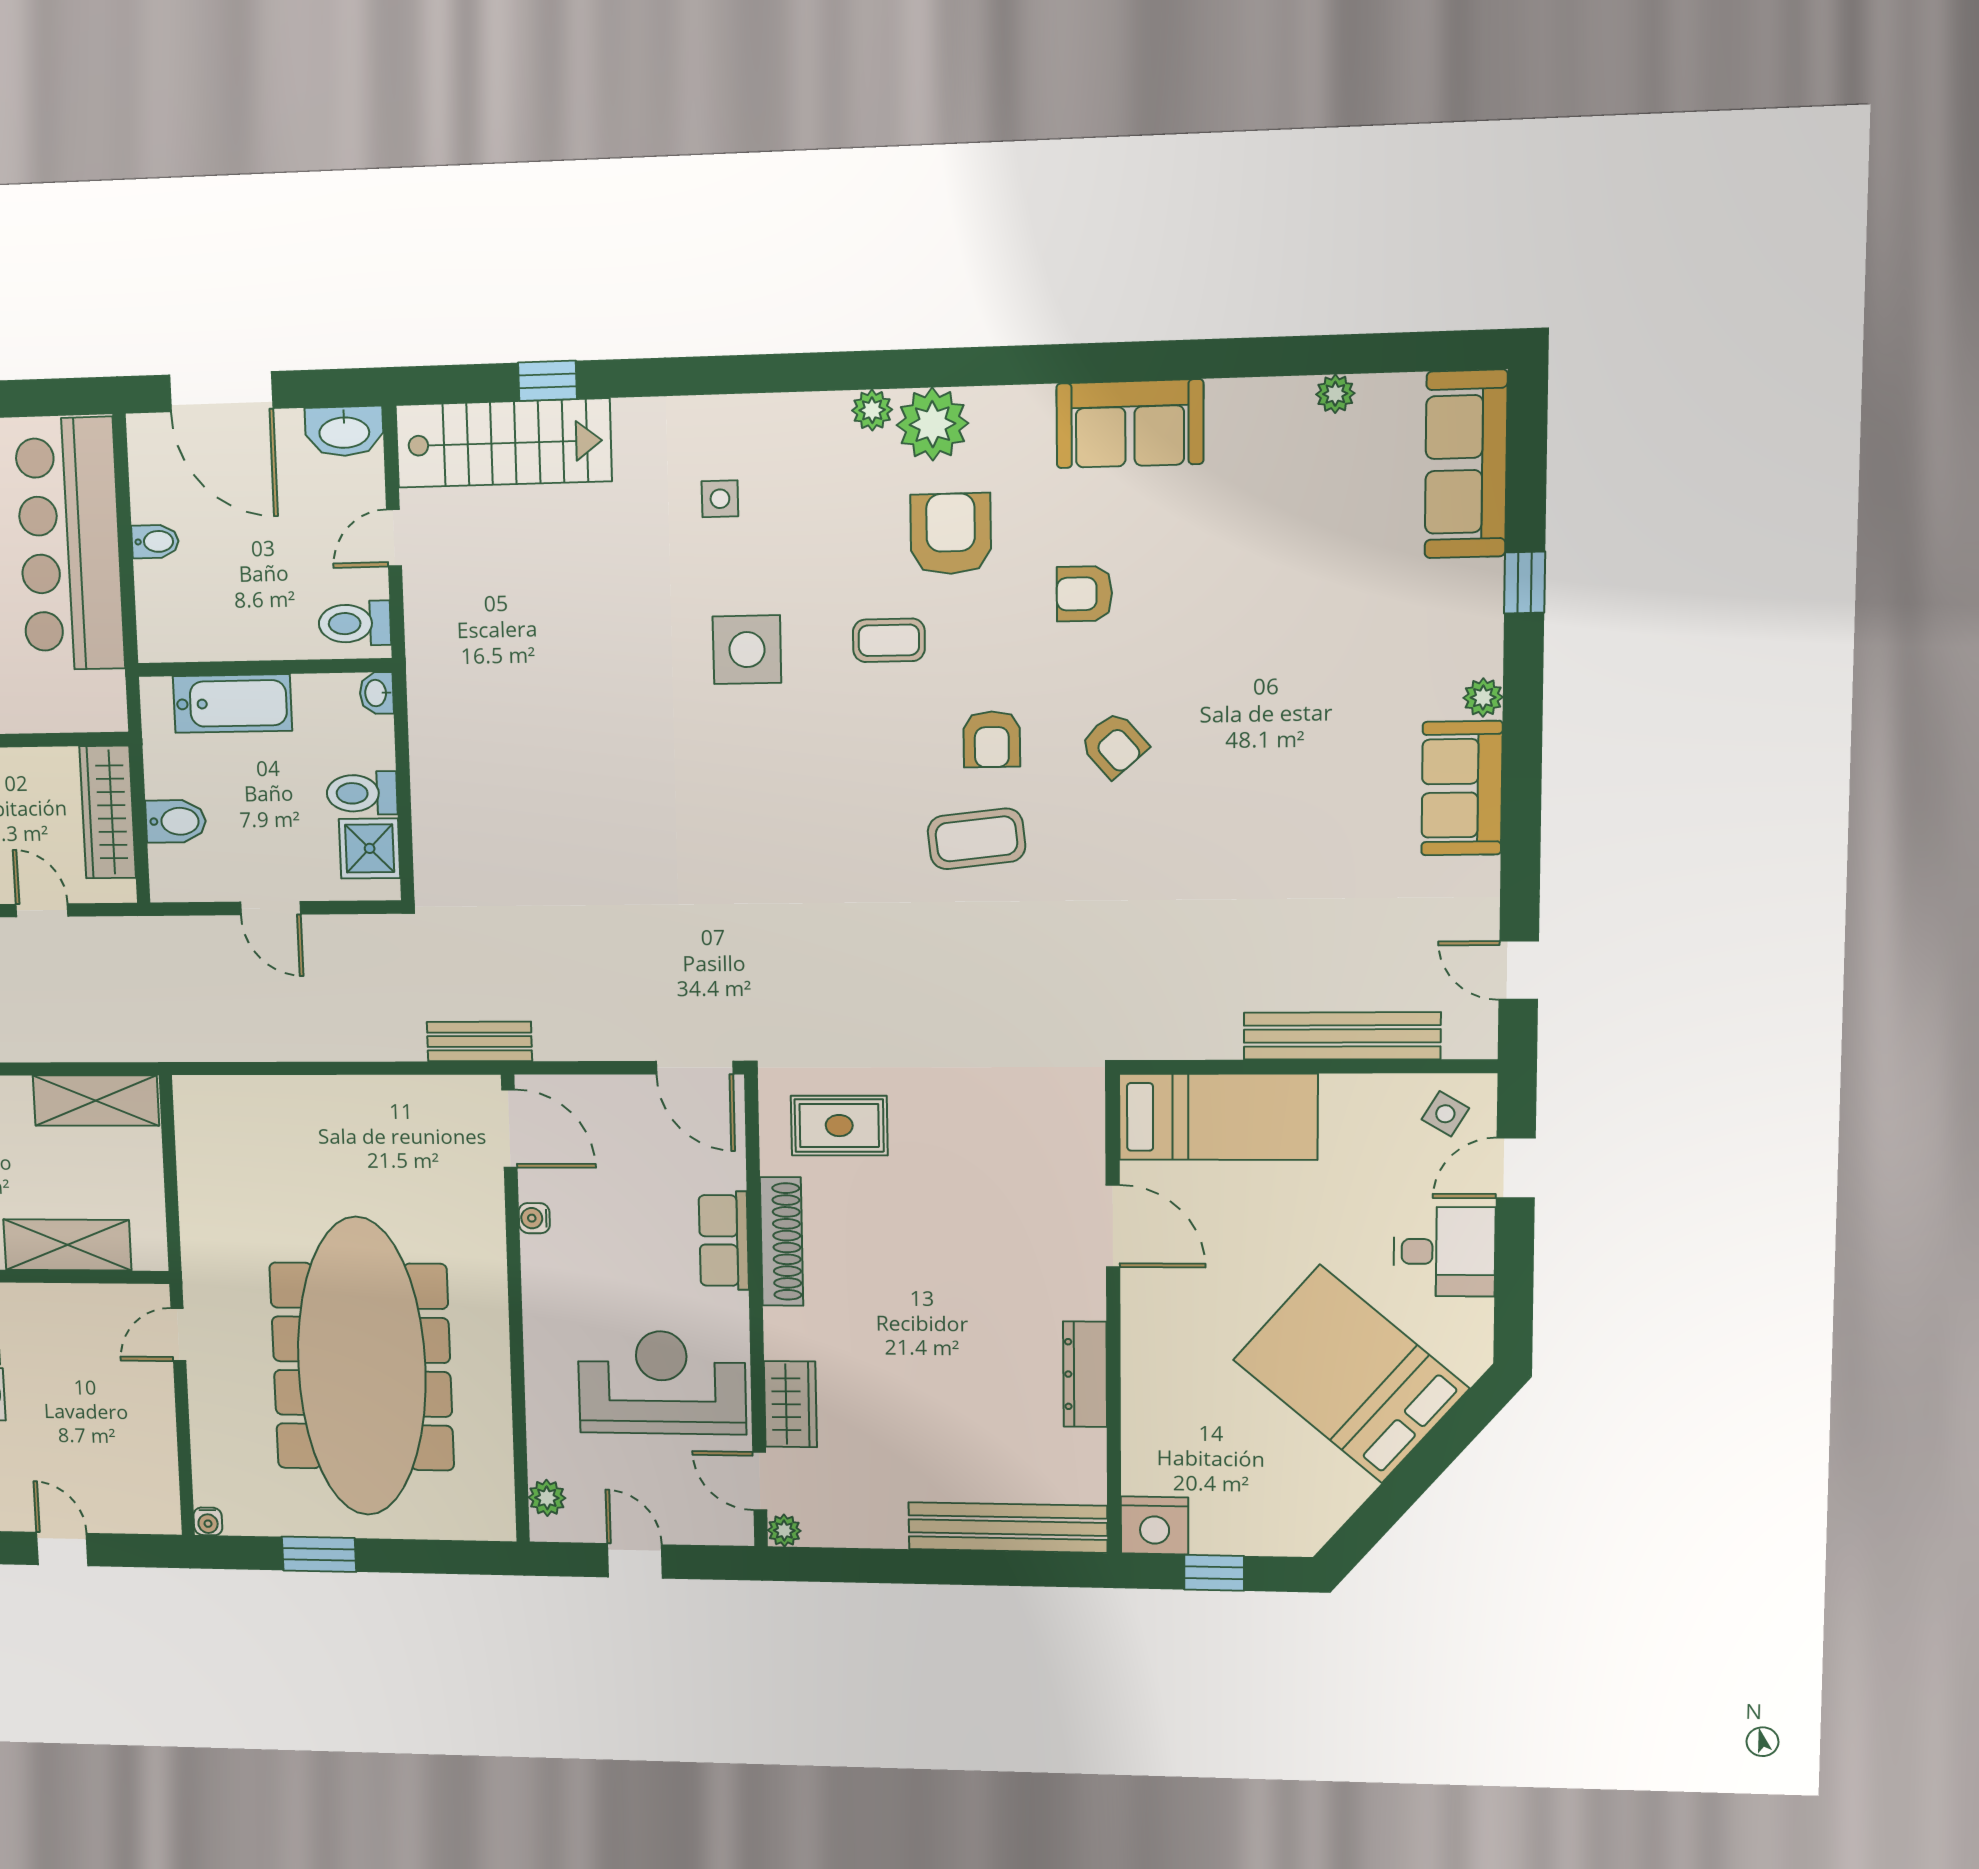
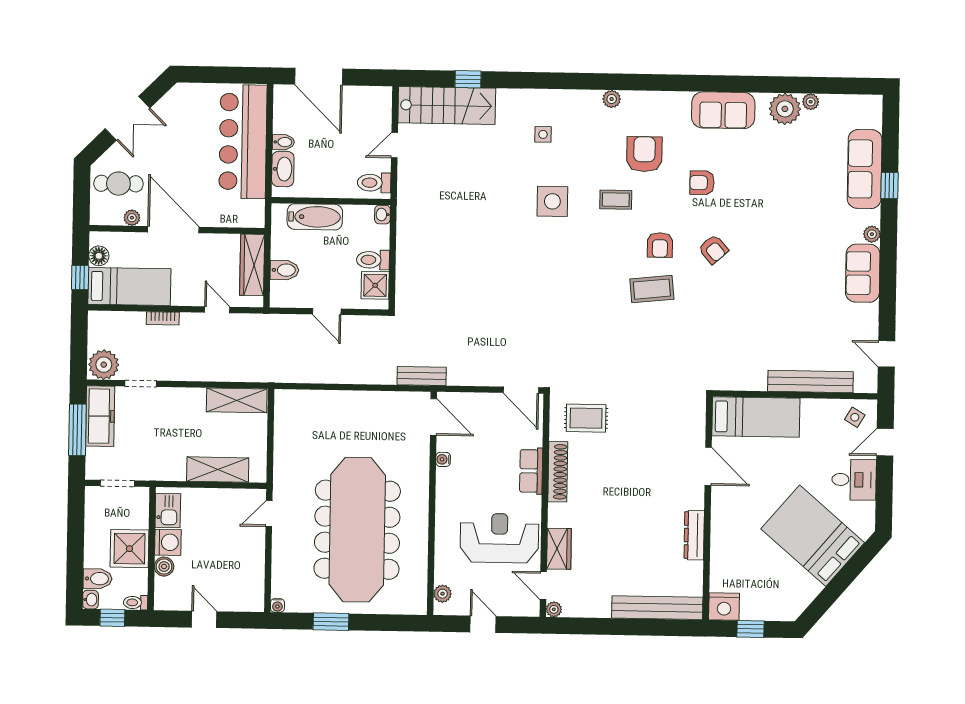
plant: (932, 424) -> (785, 109), moved
washbasin: (344, 431) -> (283, 169), moved, turned -90
sofa: (1466, 464) -> (865, 169), moved

